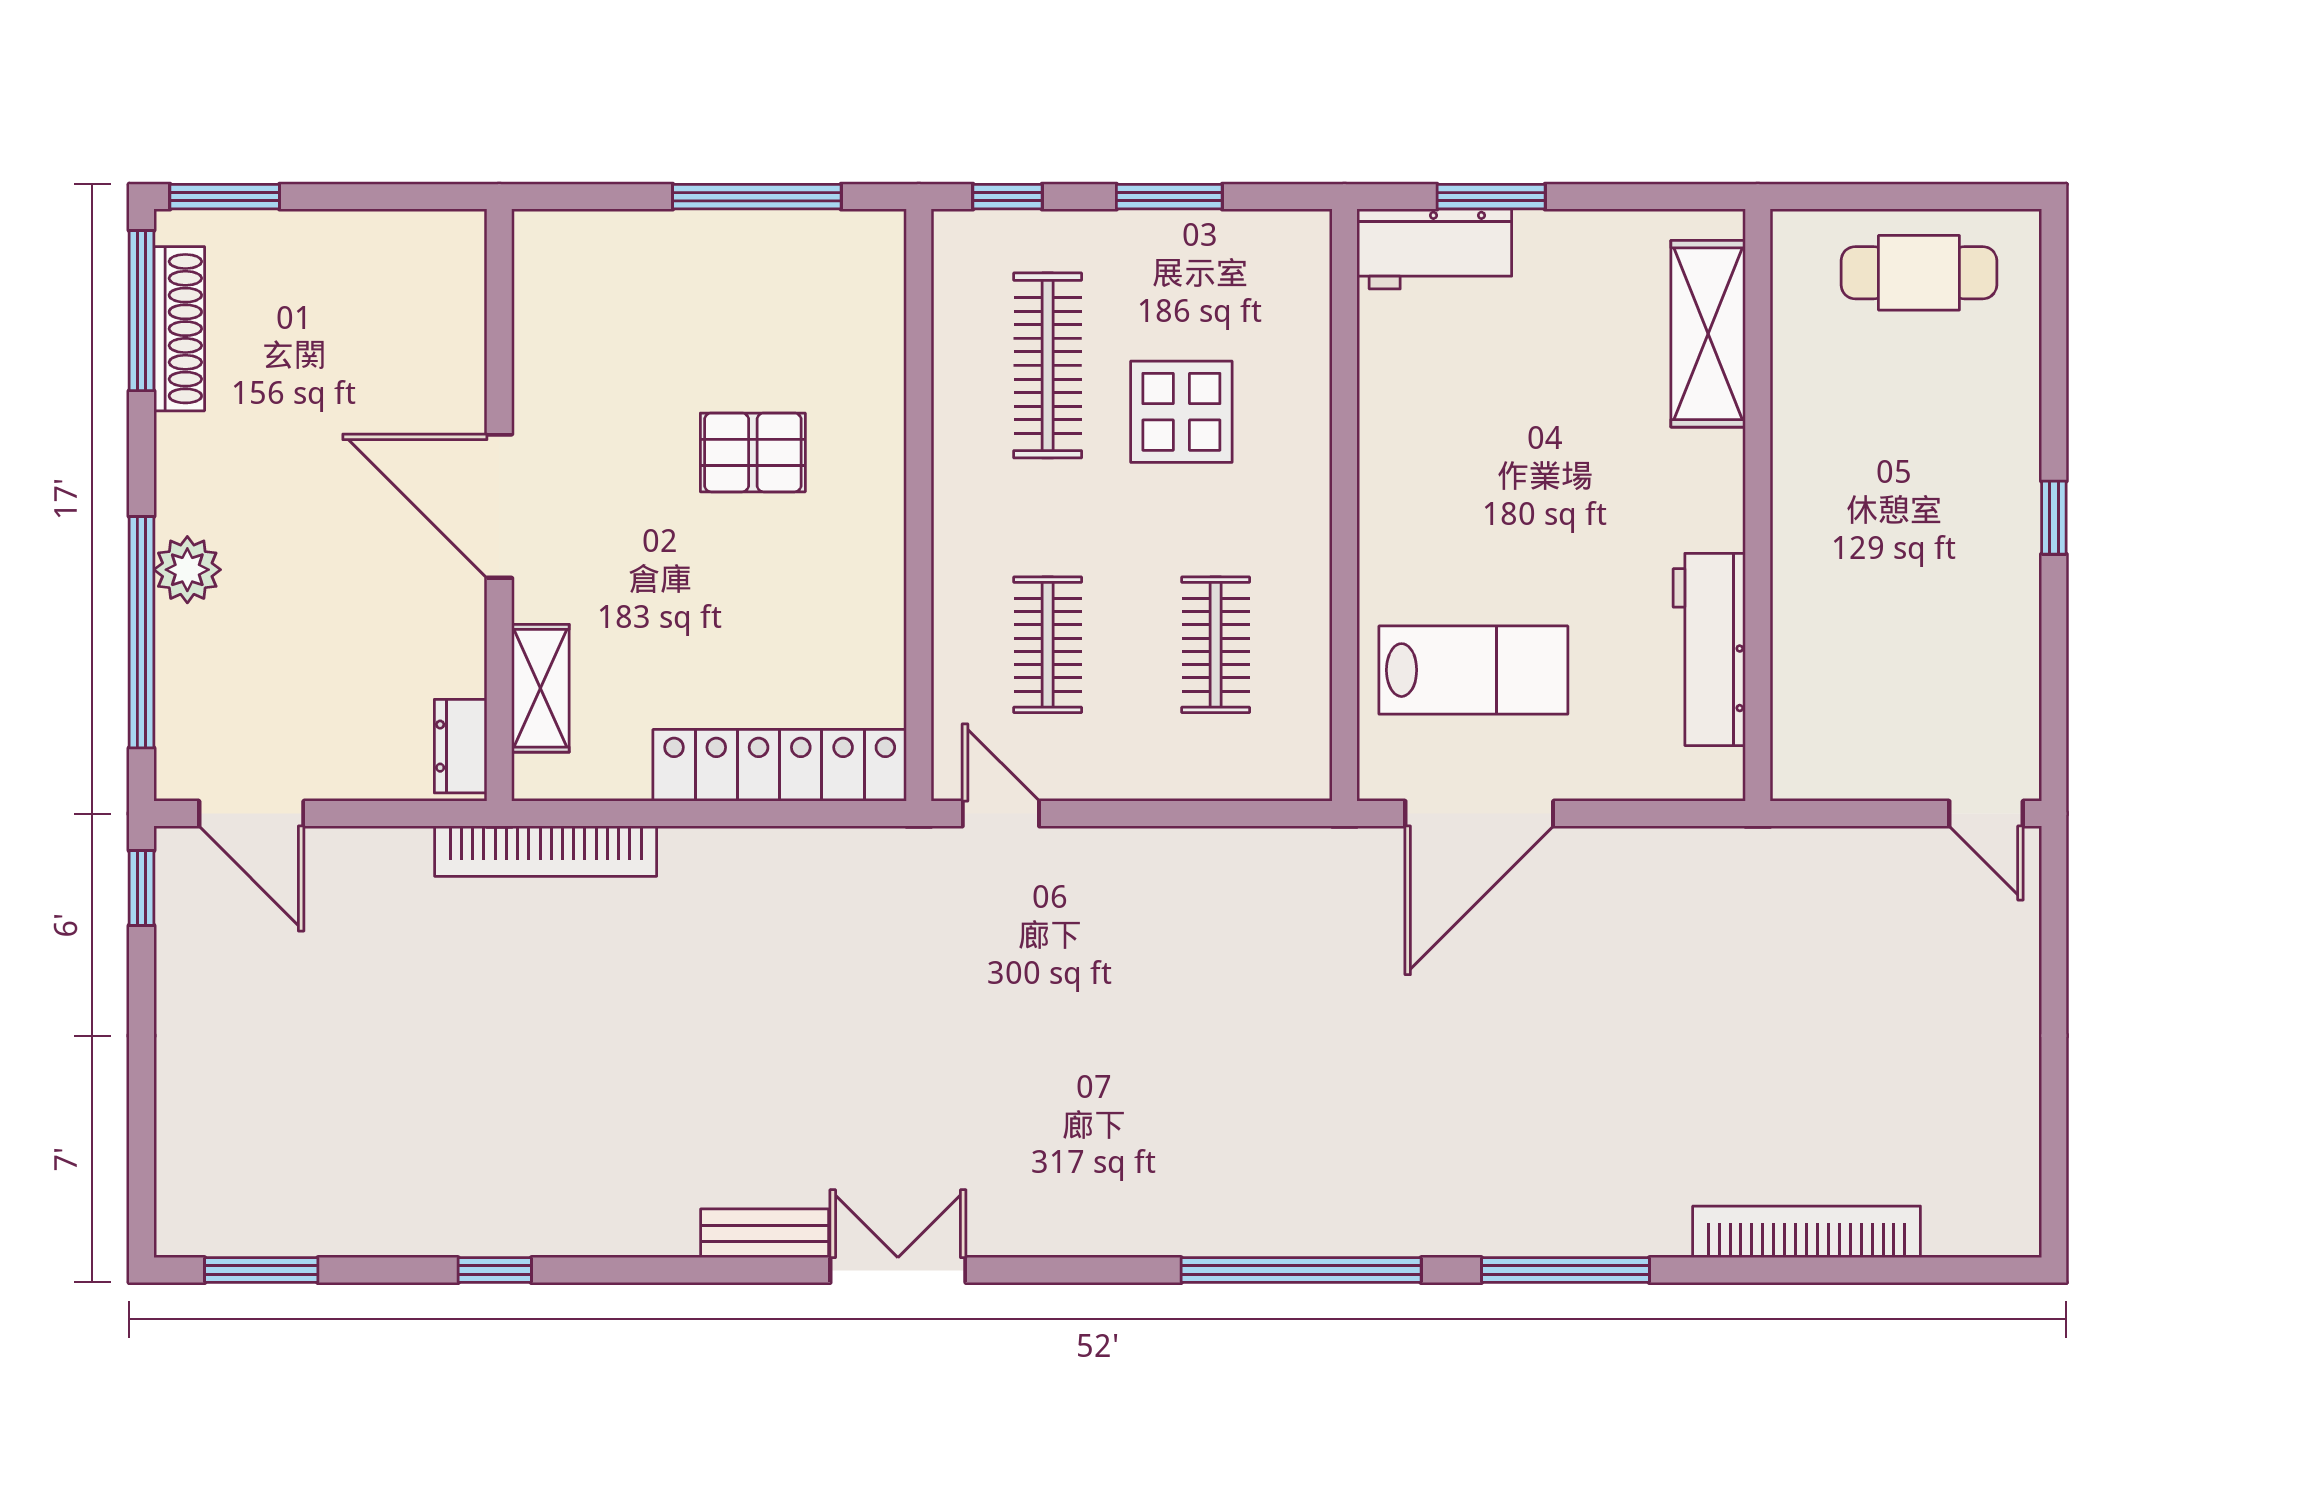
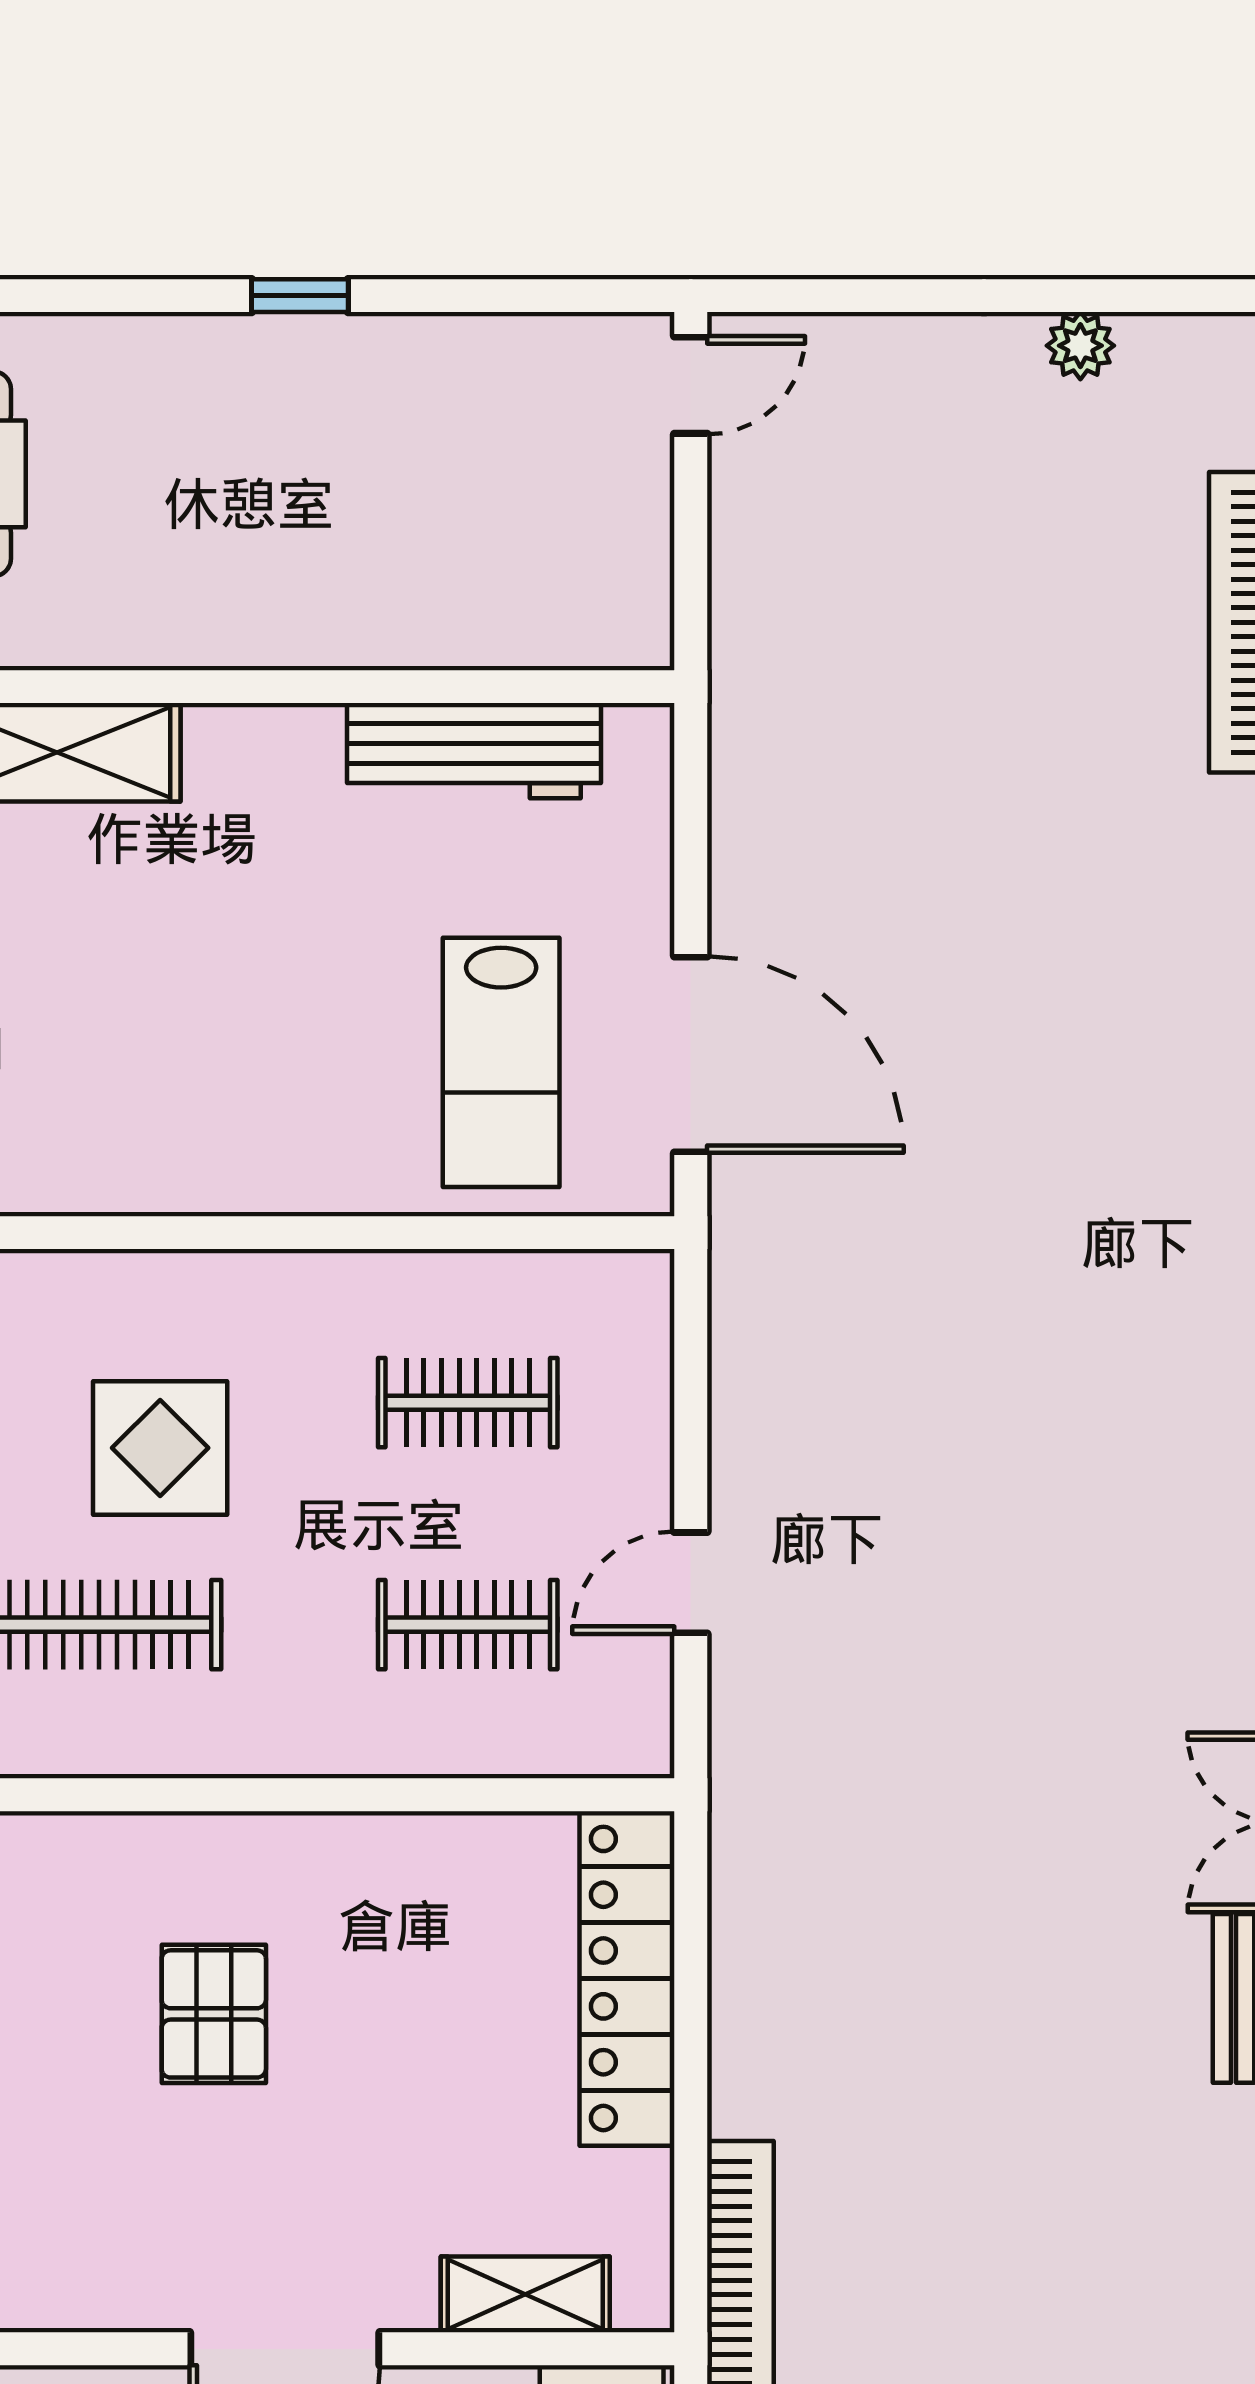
lab bench: (1473, 670) -> (501, 1062), turned 180
door: (1001, 814) -> (691, 1583), moved
plant: (2016, 1109) -> (1080, 346), added

